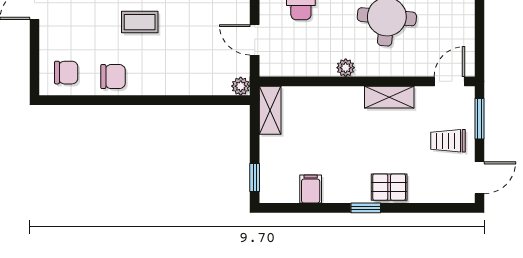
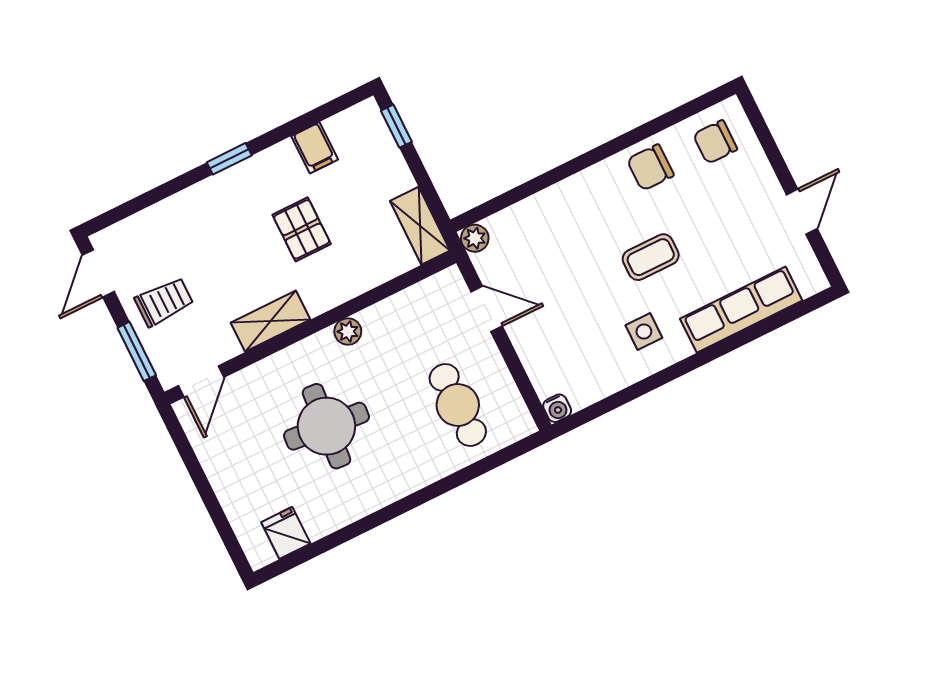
pallet: (389, 187) -> (302, 229), moved, turned 90

